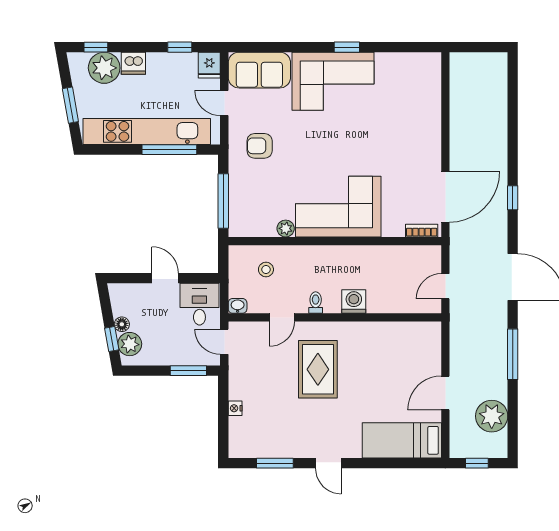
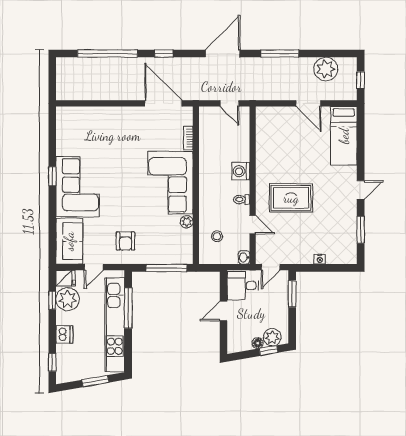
plant: (104, 68) -> (68, 299), moved
window: (513, 122) -> (108, 54), added
bookcase: (422, 231) -> (188, 138), moved

